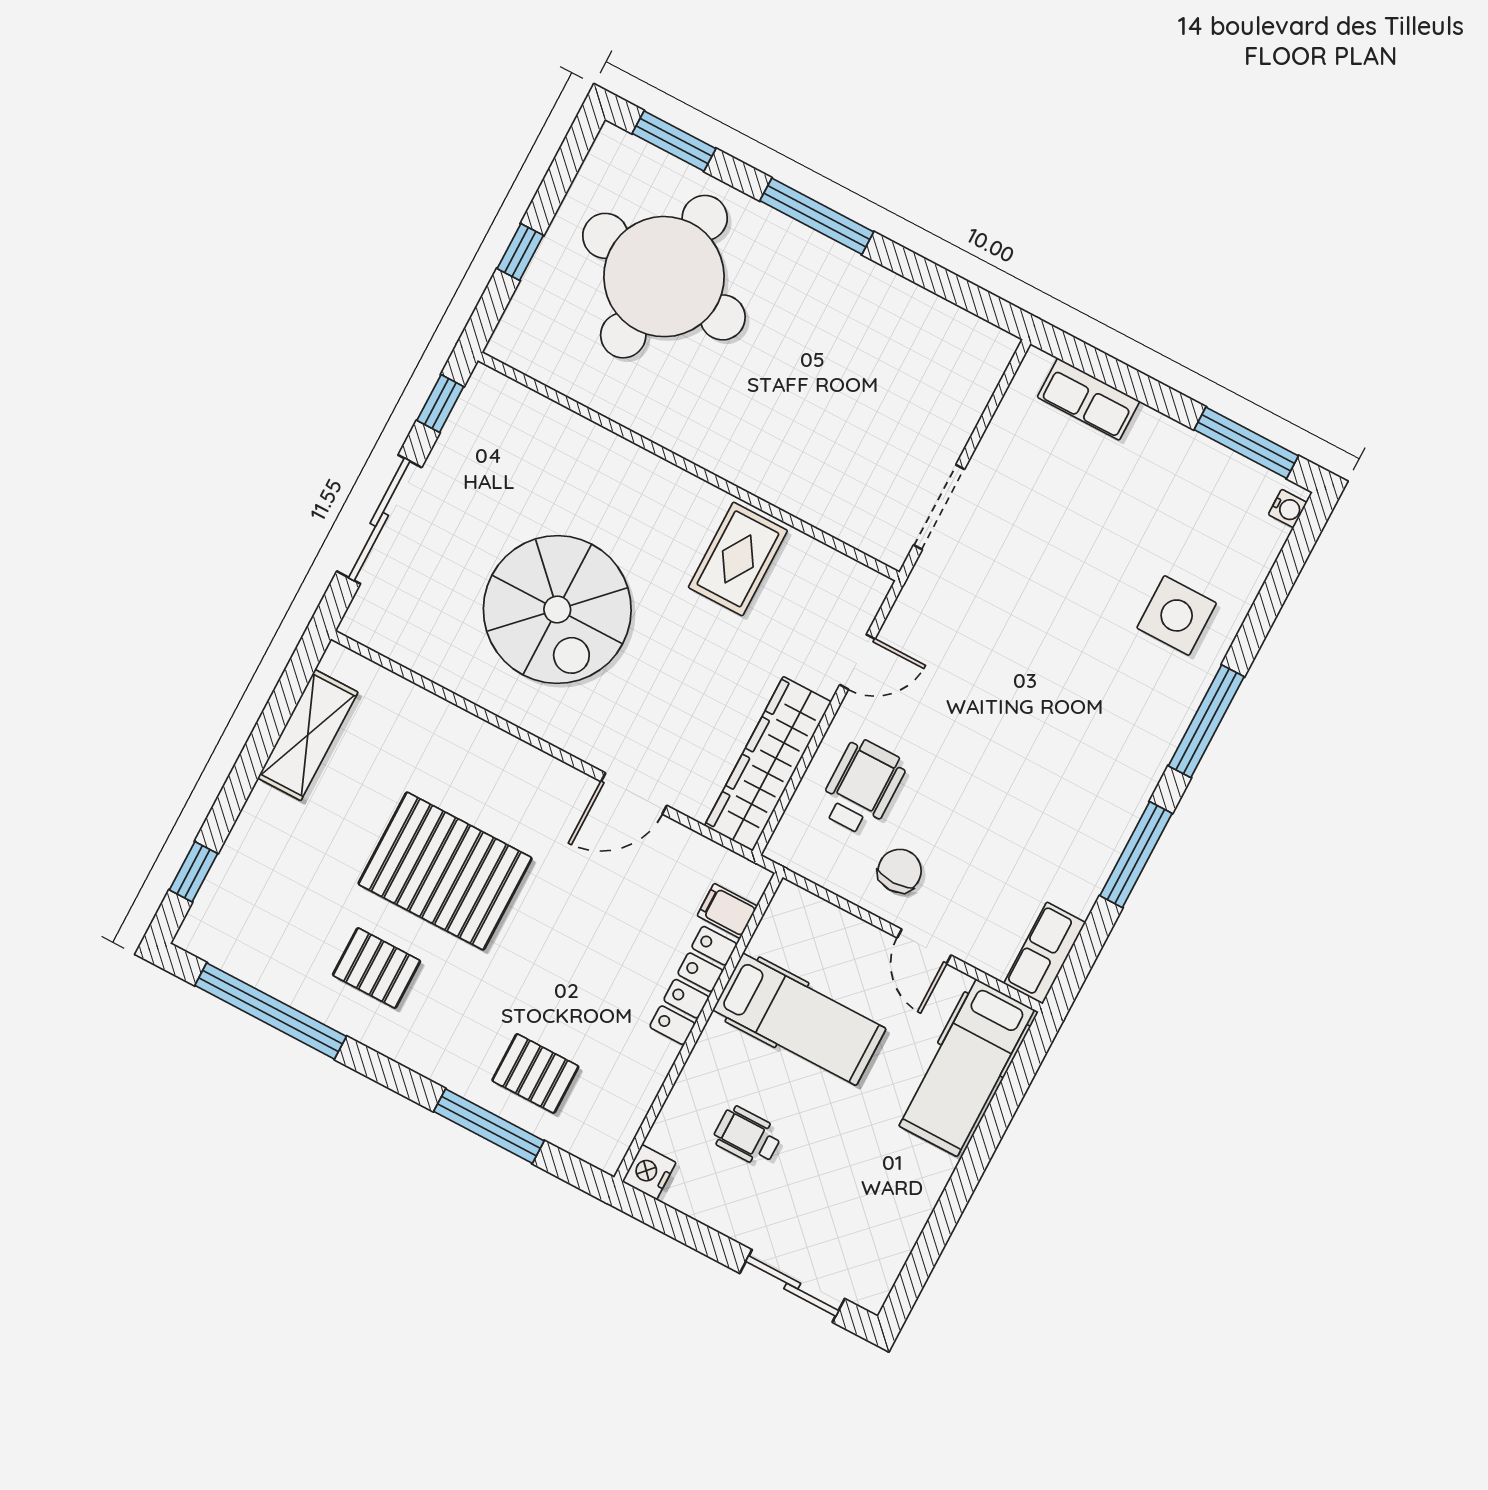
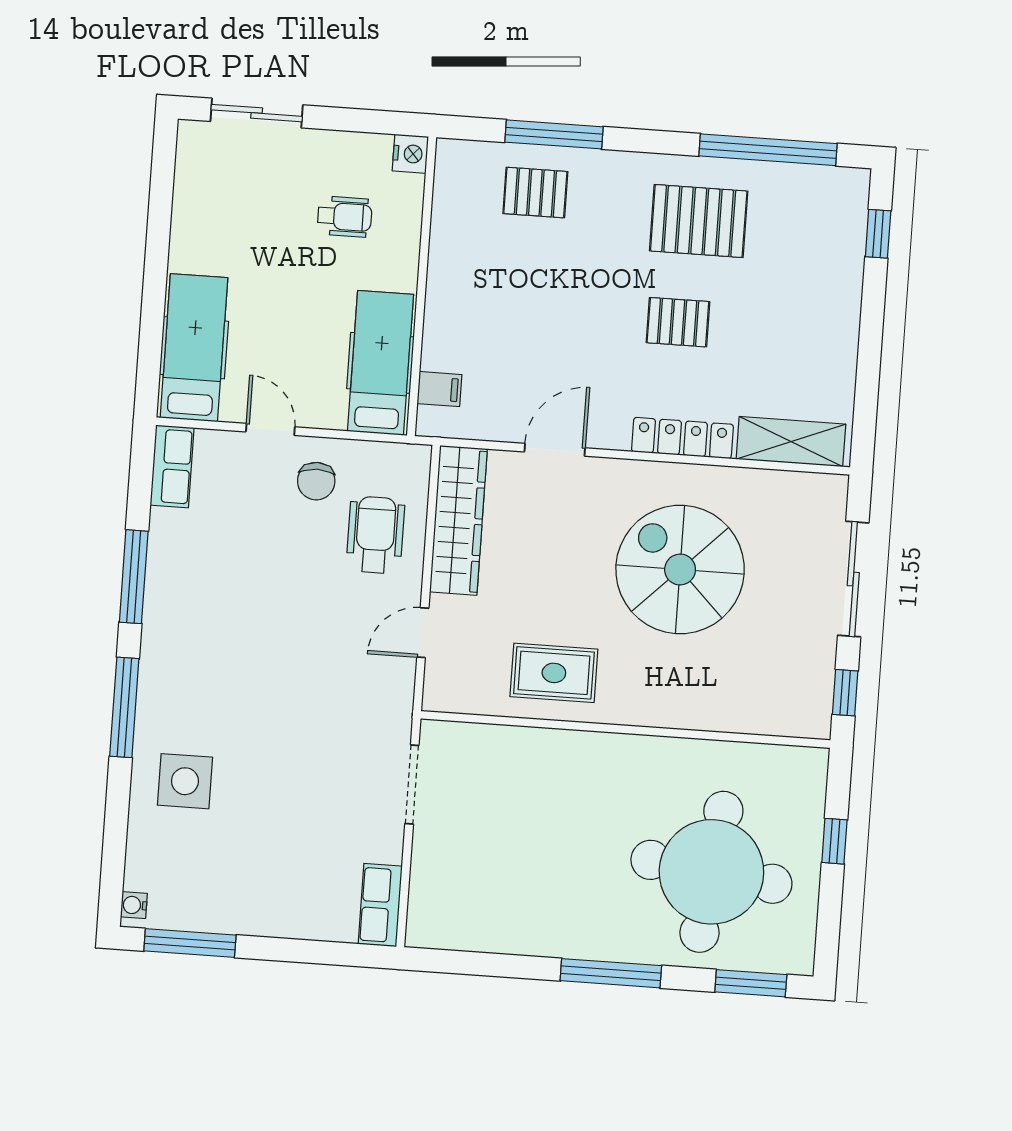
row of seats: (1089, 399) -> (380, 905), moved, turned -90
rug: (738, 559) -> (554, 673), turned 90
shelving: (308, 735) -> (791, 442), moved, turned 90
wheelchair: (862, 787) -> (375, 535), turned 180
pallet: (445, 871) -> (678, 322), width x0.49, depth x0.50
pallet: (377, 968) -> (699, 221), width x1.50, depth x1.42
locker: (693, 985) -> (682, 438), moved, turned -90
hospital bed: (799, 1019) -> (380, 363), moved, turned 90

